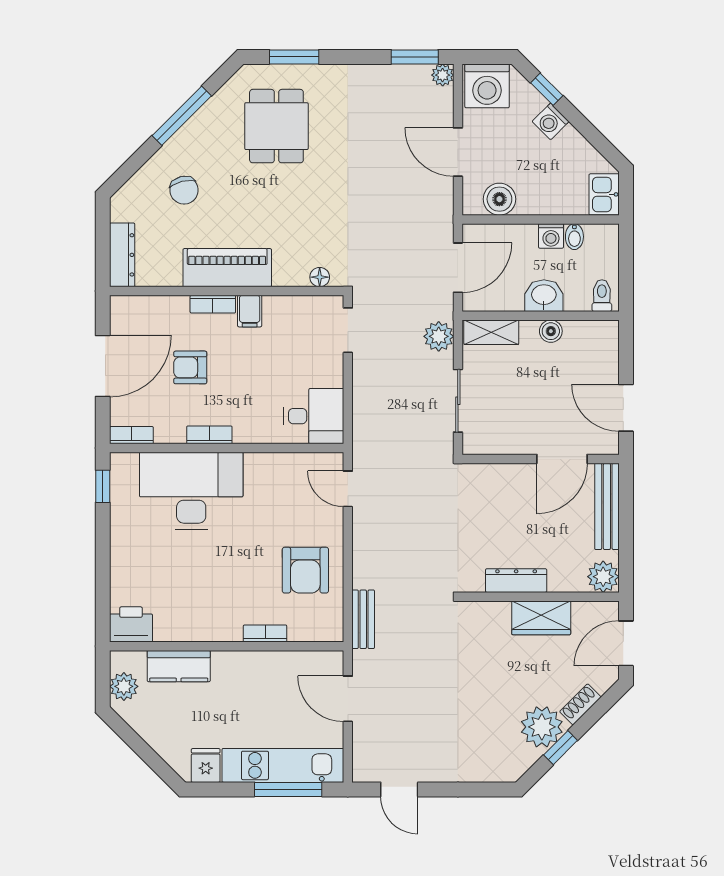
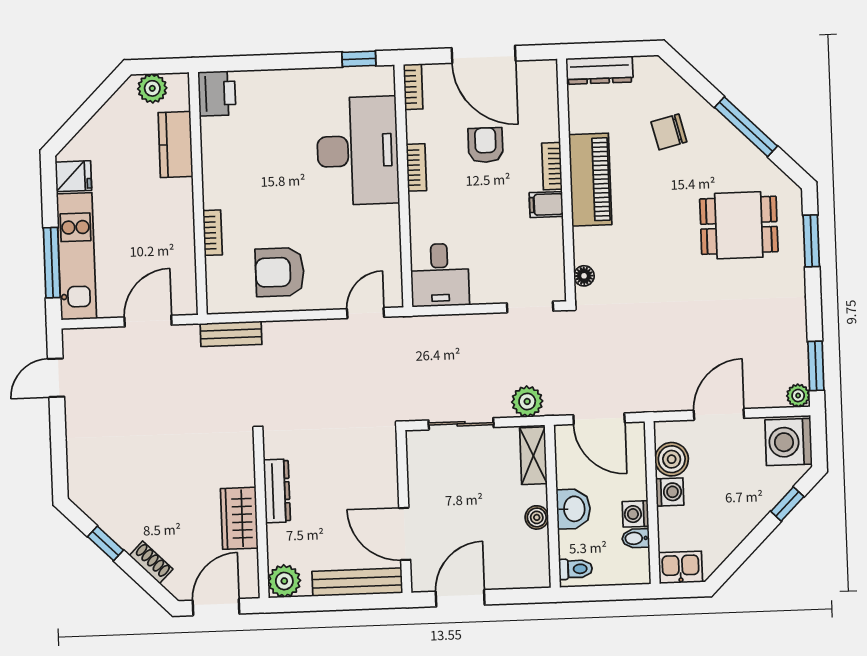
washing machine: (551, 121) -> (670, 492), moved, turned 135
door: (626, 643) -> (216, 607), hinge flipped
plant: (542, 727) -> (126, 523), removed

